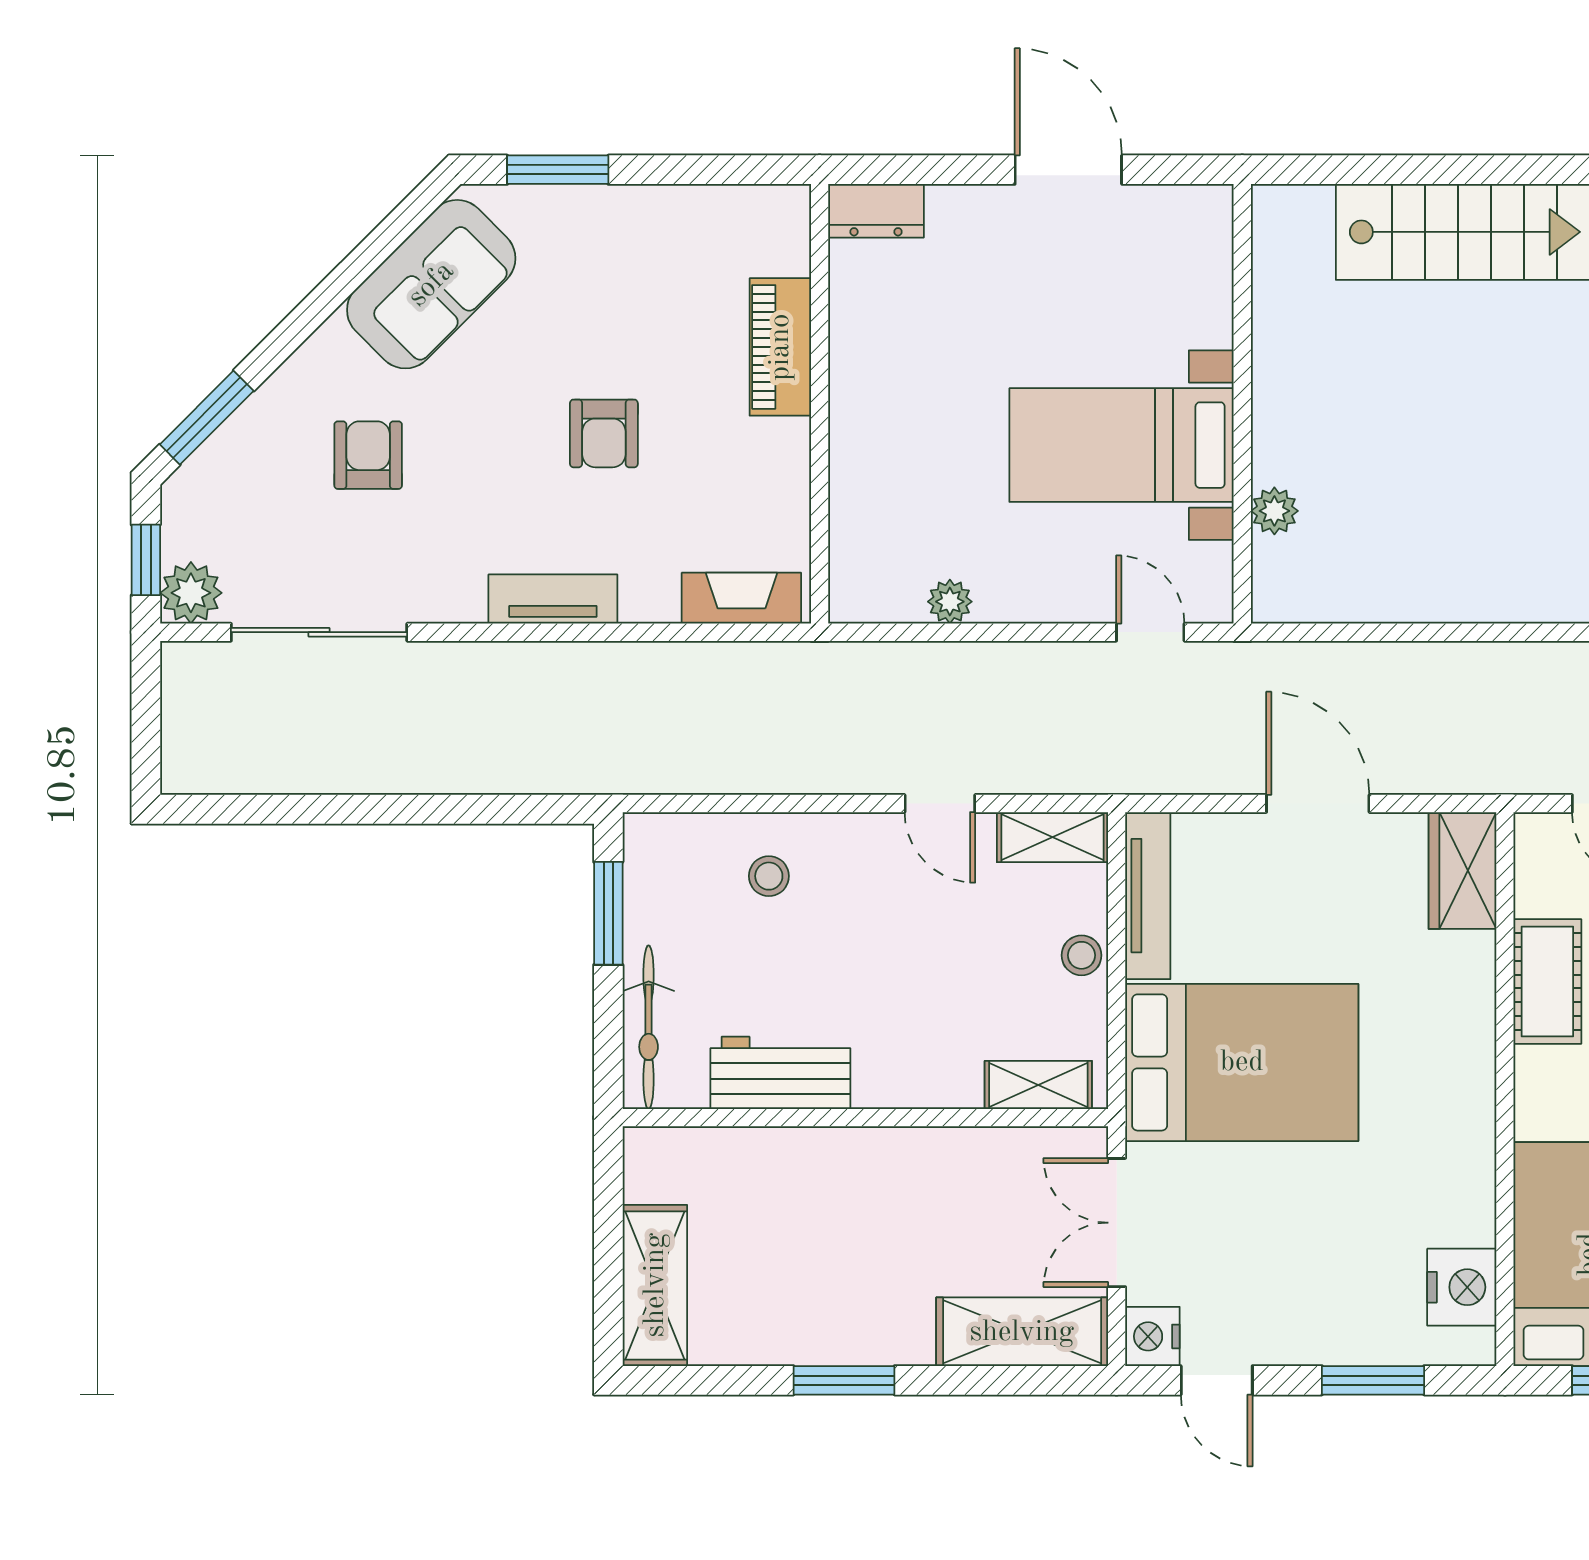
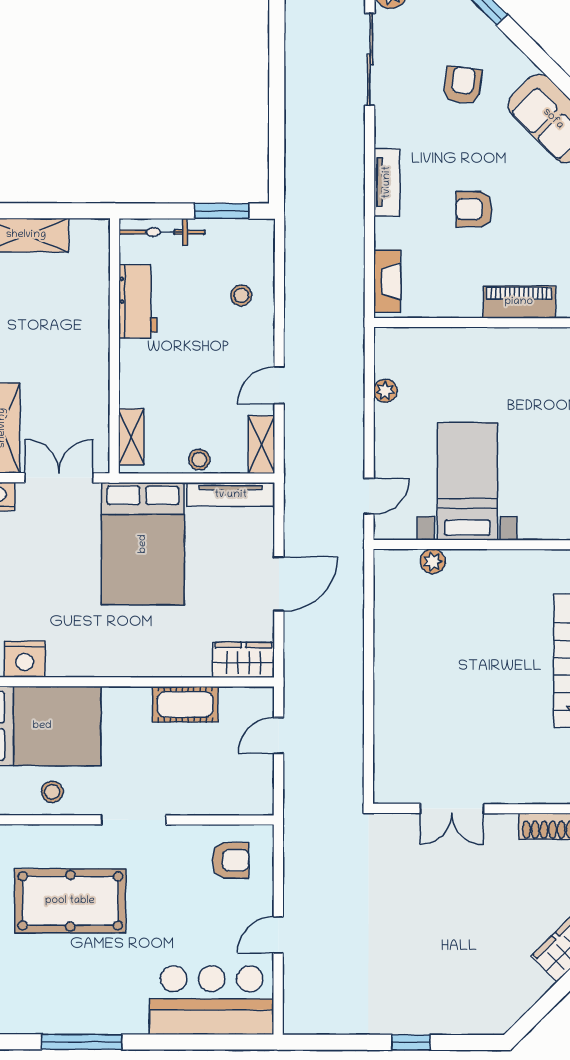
armchair: (368, 455) -> (463, 85), turned -83

